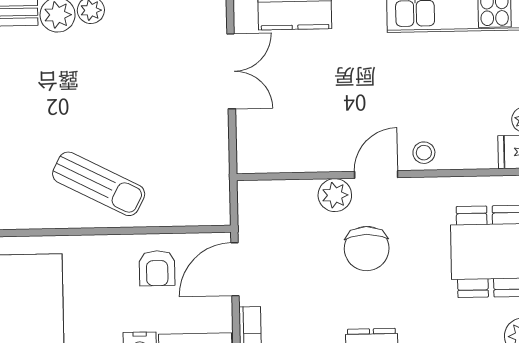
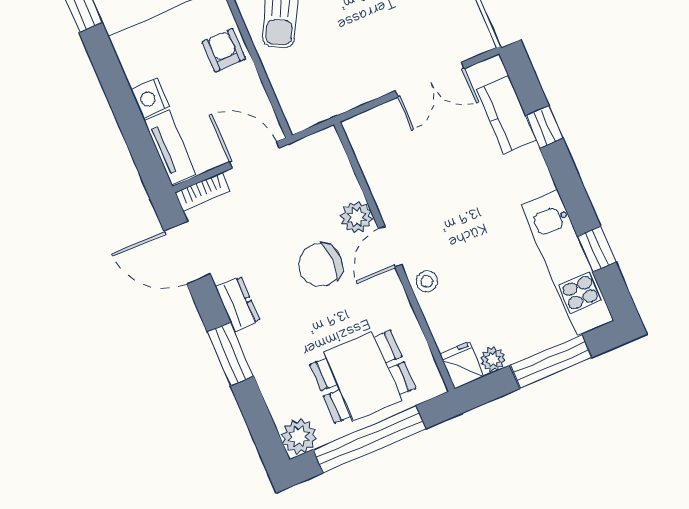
door: (376, 174) -> (390, 247), swing flipped
armchair: (157, 268) -> (224, 50), moved, turned 90

